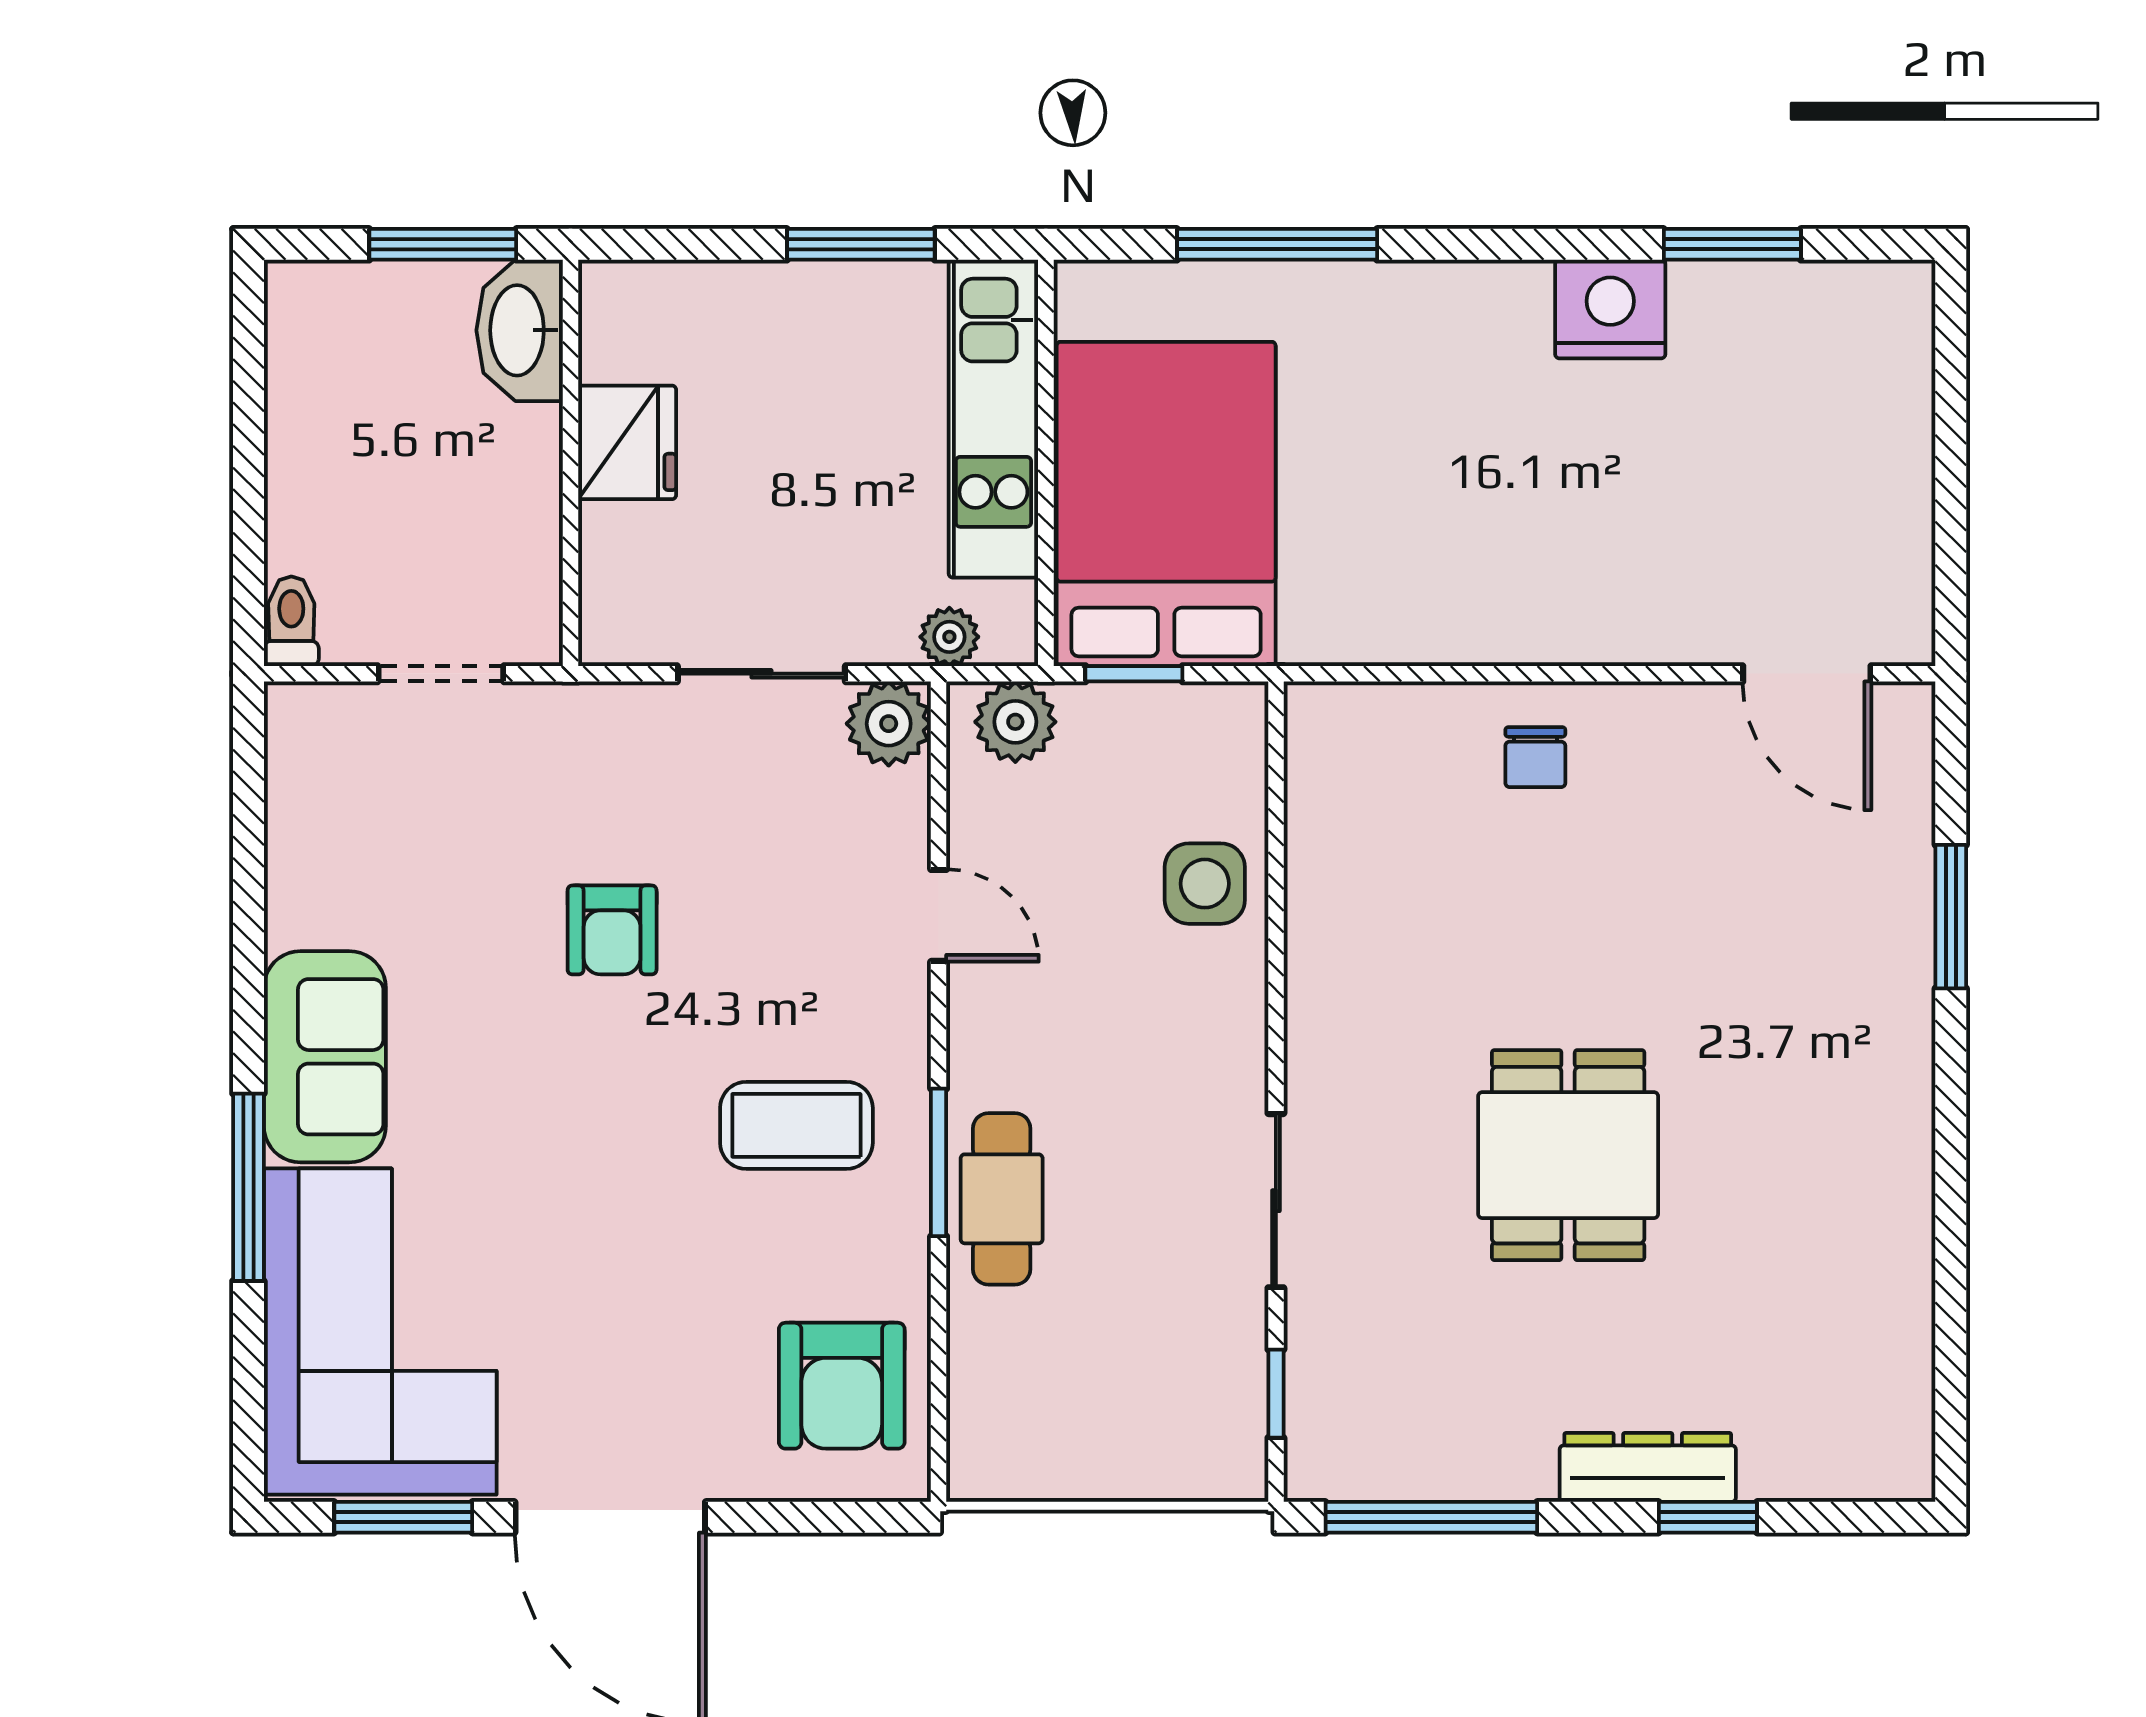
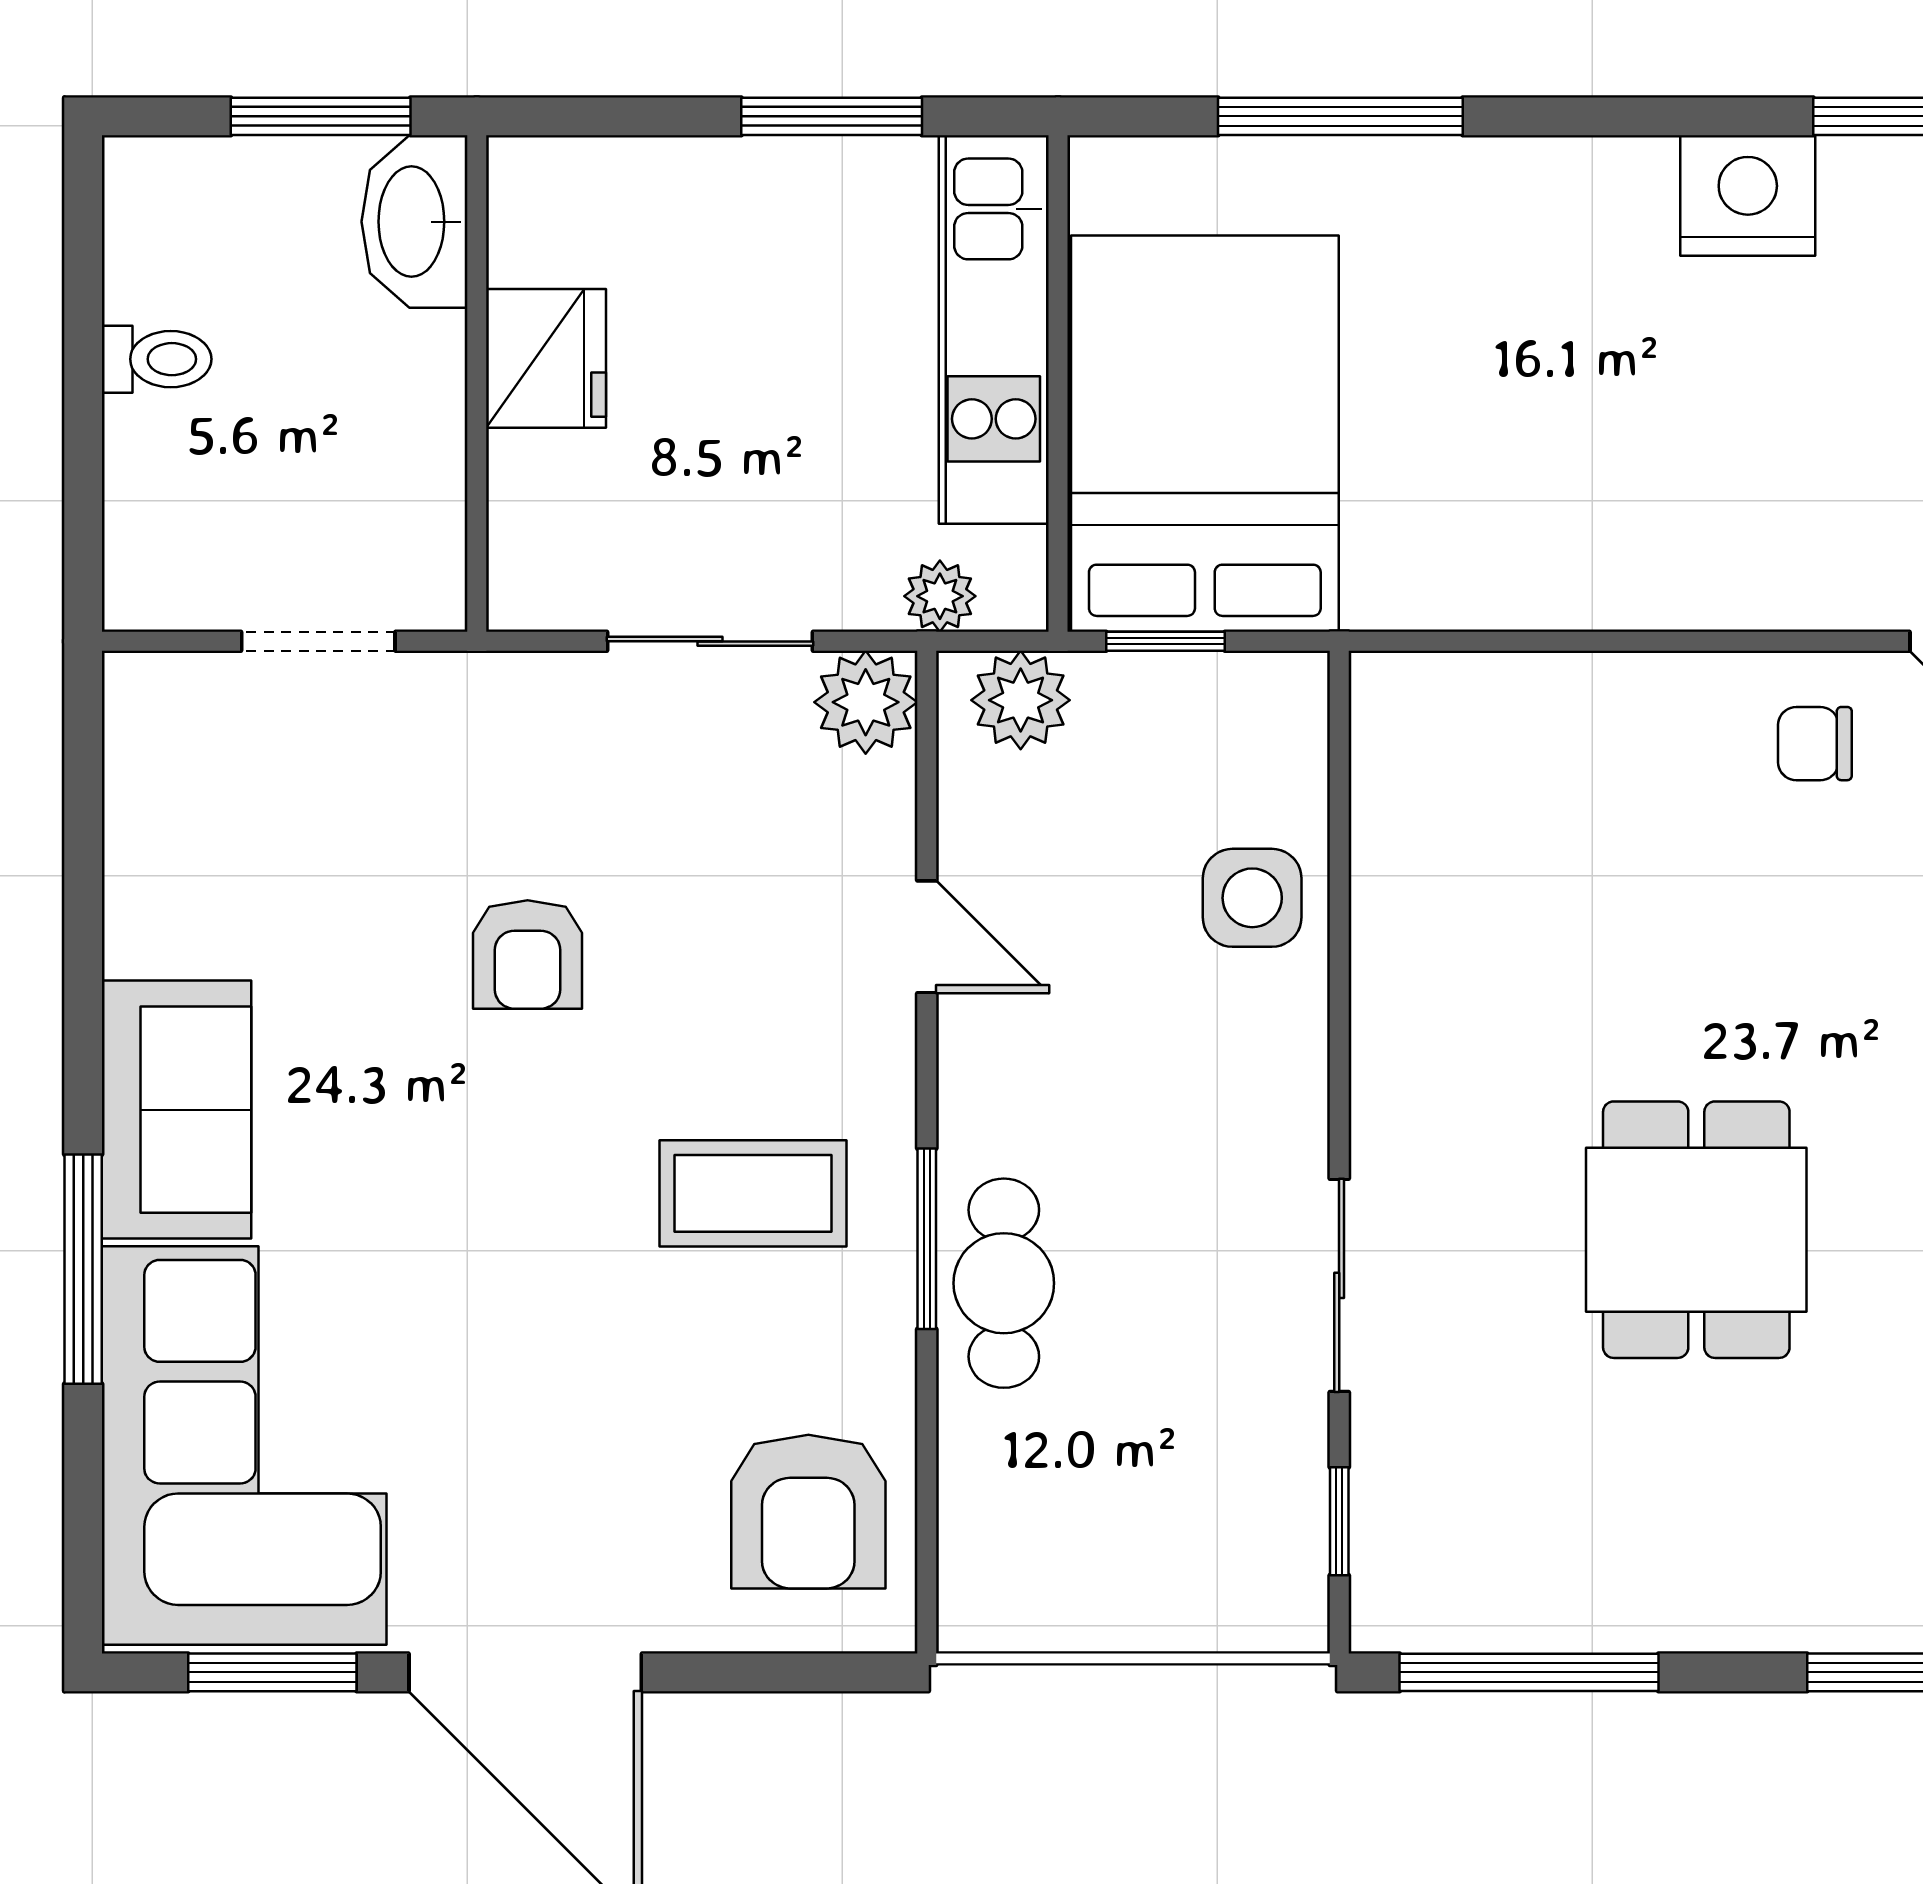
toilet: (291, 621) -> (157, 359), moved, turned 90
chair: (1535, 757) -> (1815, 744), moved, turned 90
dresser: (1648, 1467) -> (1794, 1611), removed

